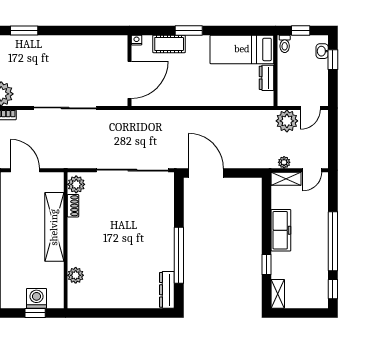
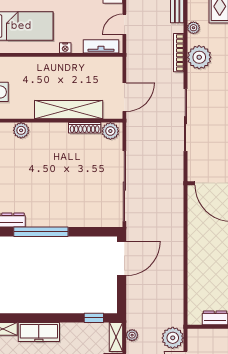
door: (25, 170) -> (124, 97), moved
shoe rack: (73, 206) -> (85, 128), width x1.43
freezer: (281, 230) -> (39, 332), moved
window: (267, 265) -> (94, 318), moved

